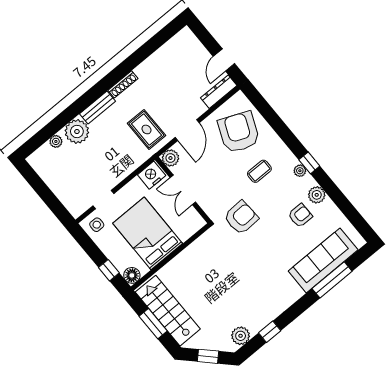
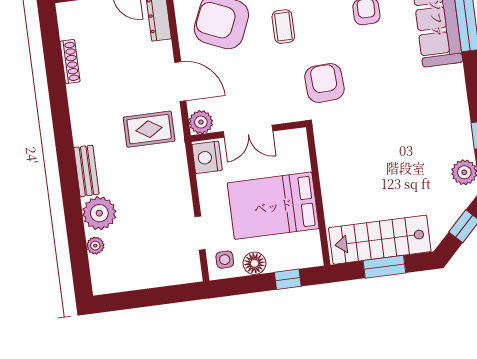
shoe rack: (123, 84) -> (70, 62), moved
floor lamp: (132, 275) -> (255, 263), moved

